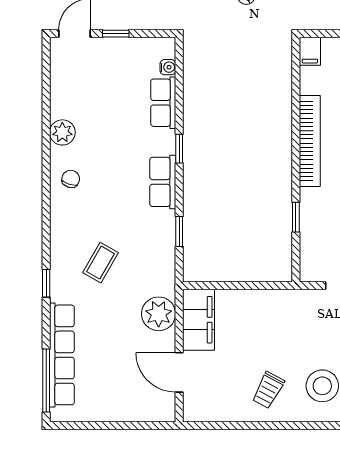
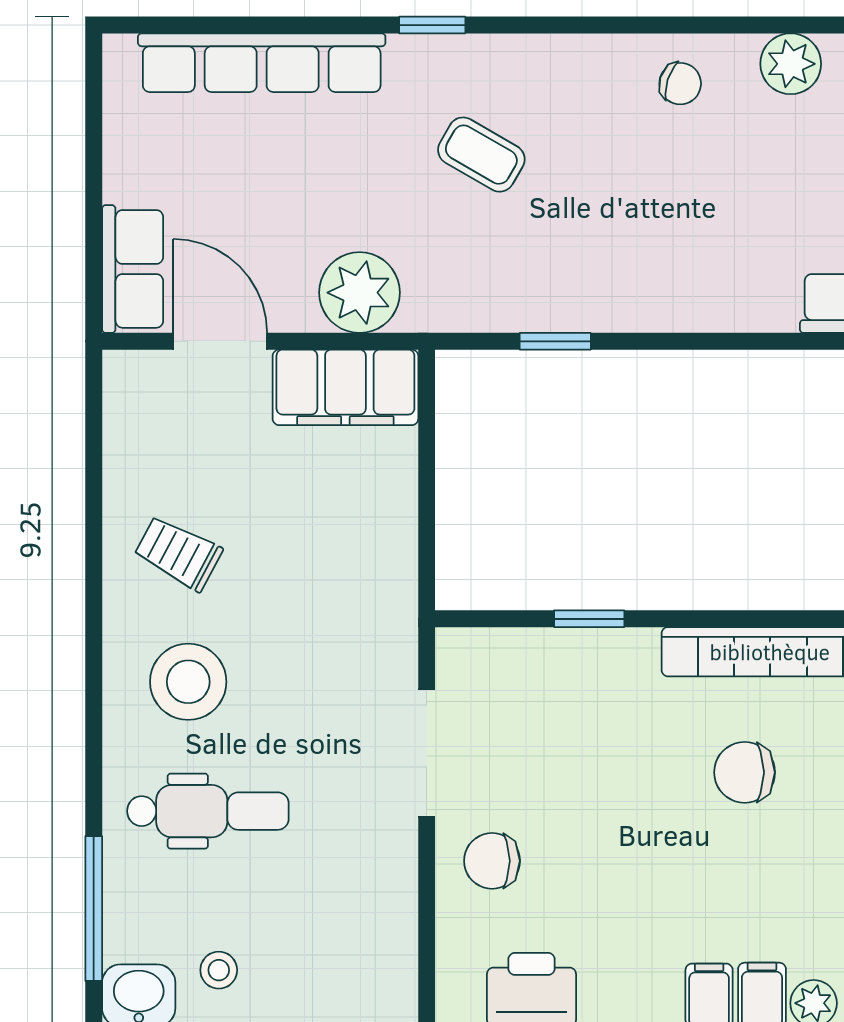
window: (179, 149) -> (752, 341), removed
row of seats: (163, 182) -> (133, 269), moved, turned 90
door: (179, 372) -> (220, 341), hinge flipped
window: (46, 380) -> (201, 25), removed

